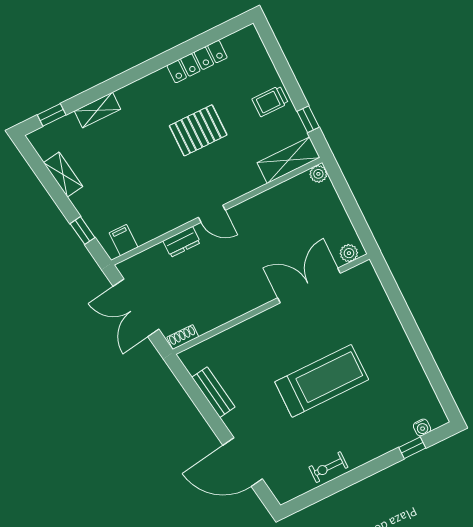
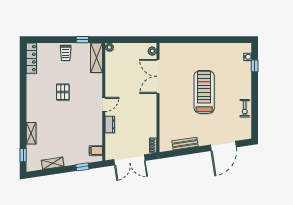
locker: (197, 62) -> (31, 58), moved
pallet: (198, 130) -> (63, 92), width x0.67, depth x0.71

